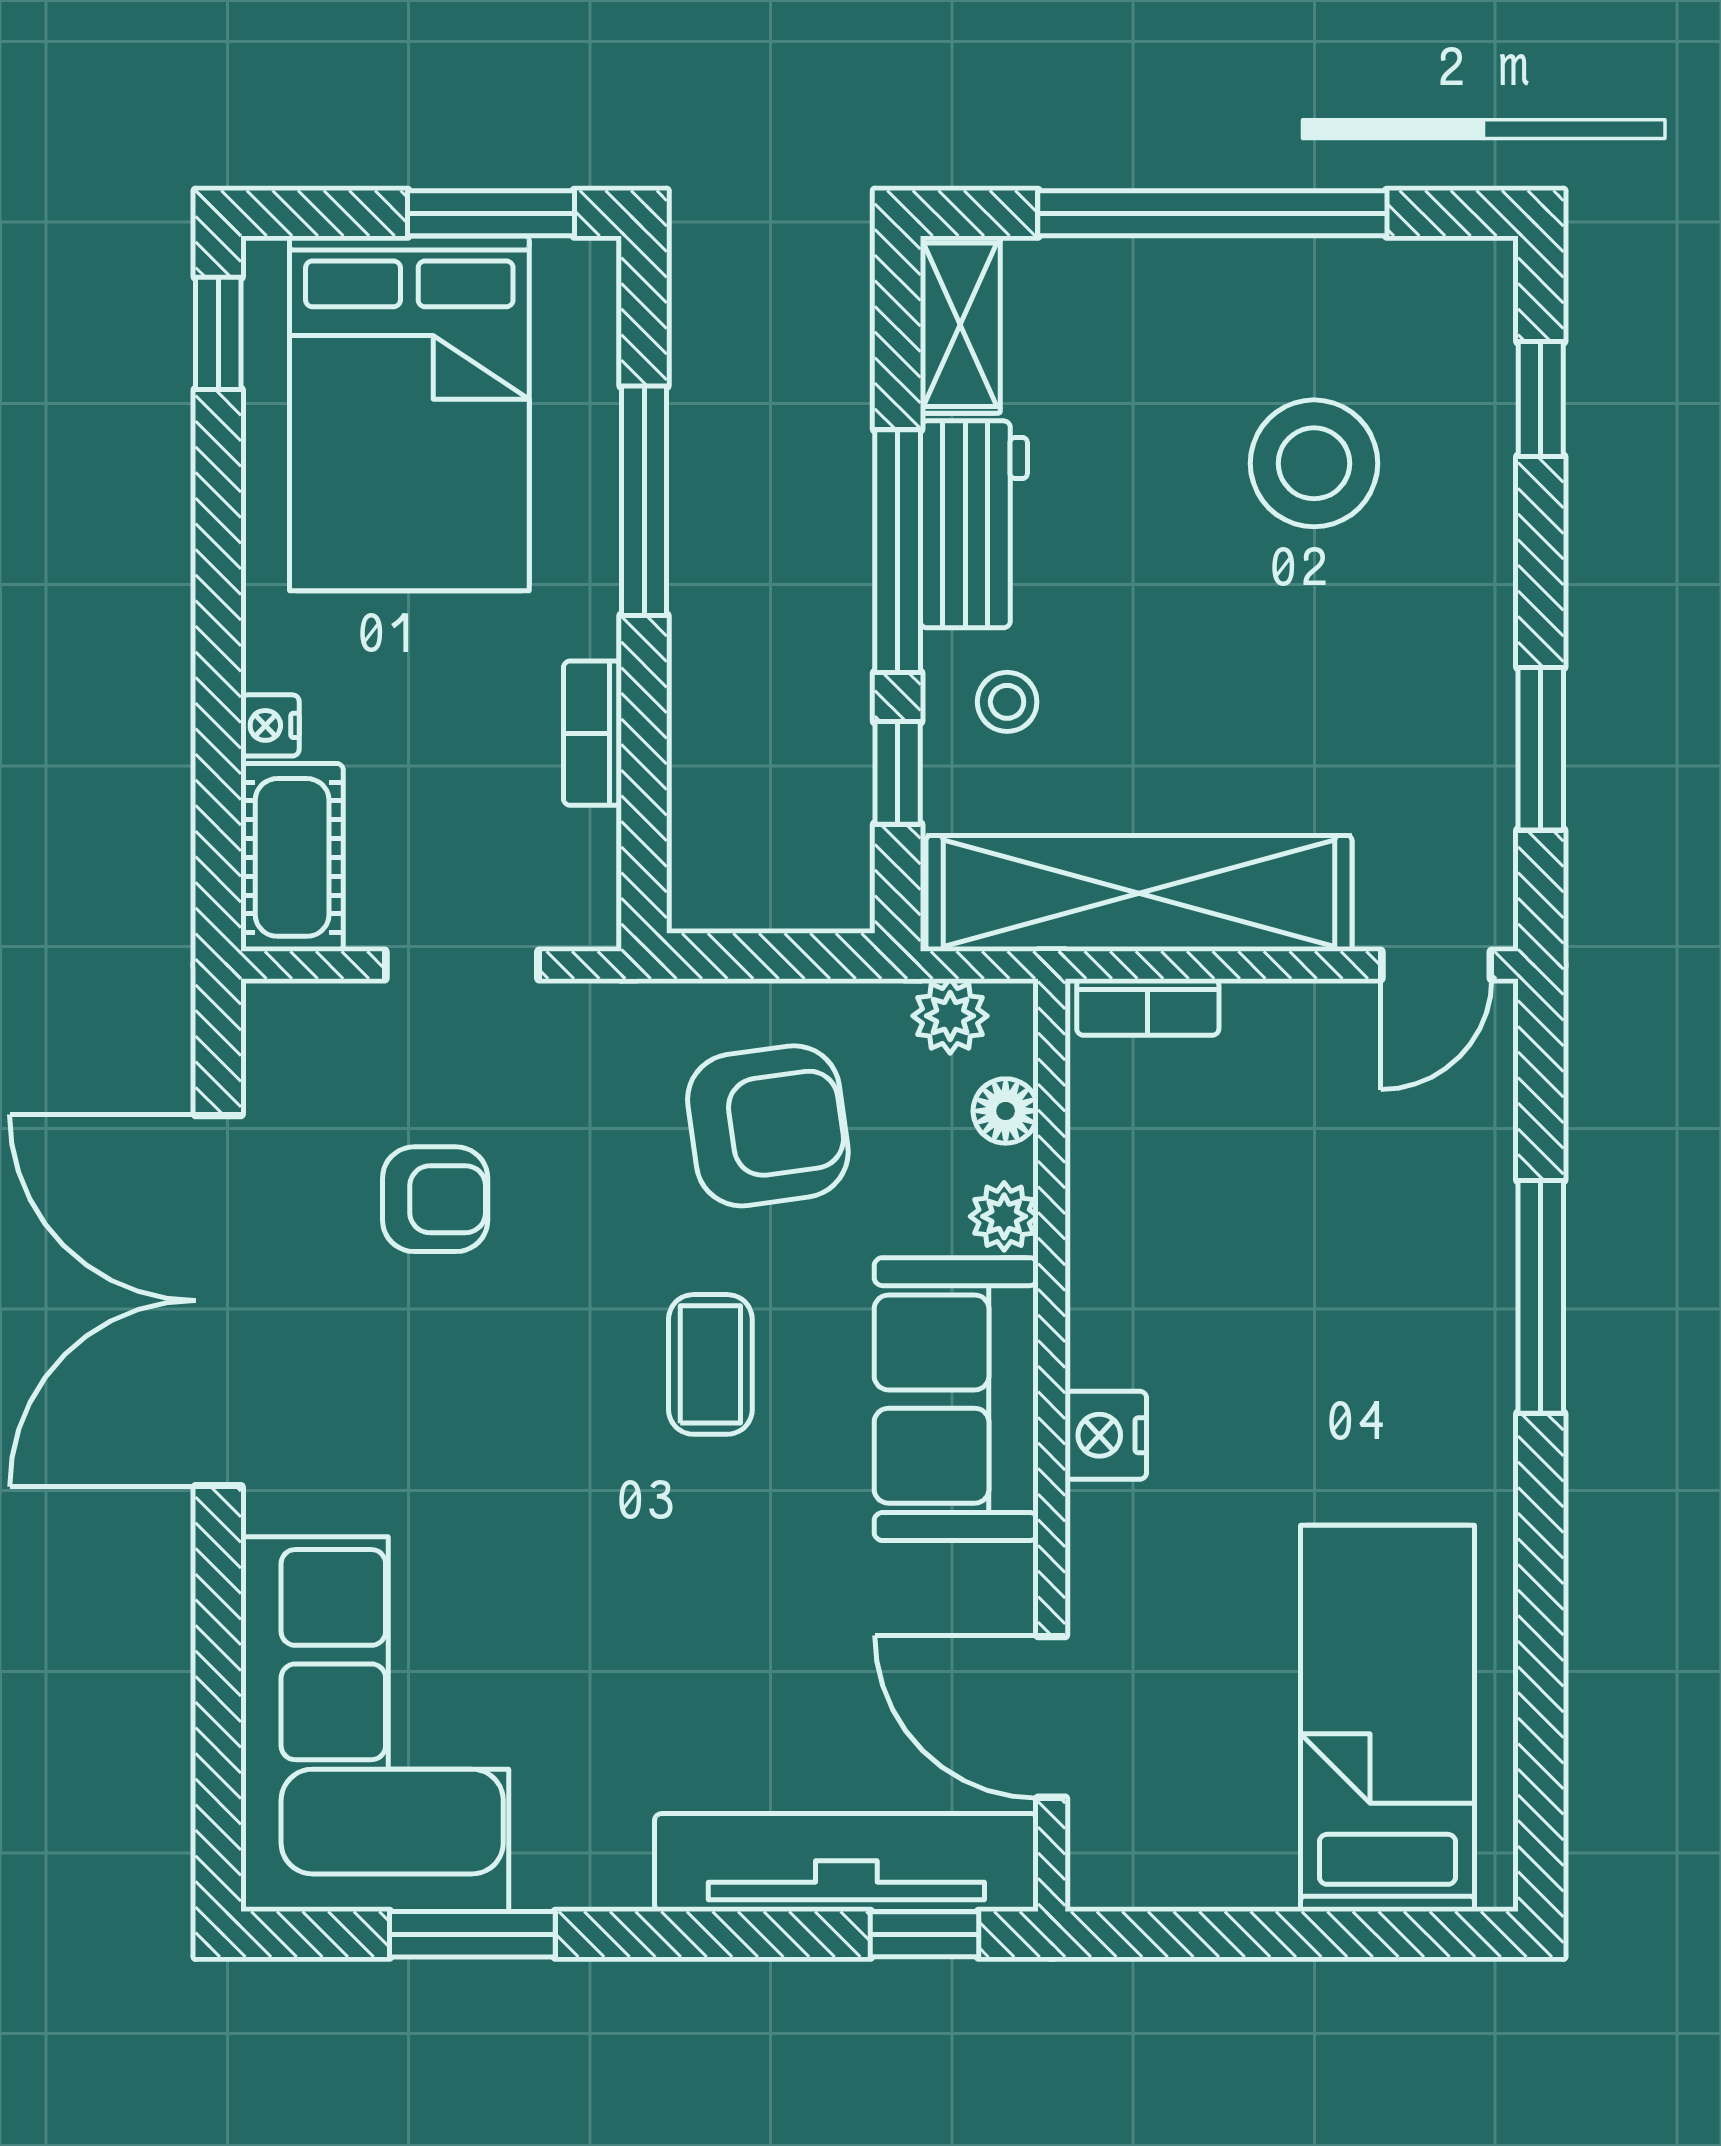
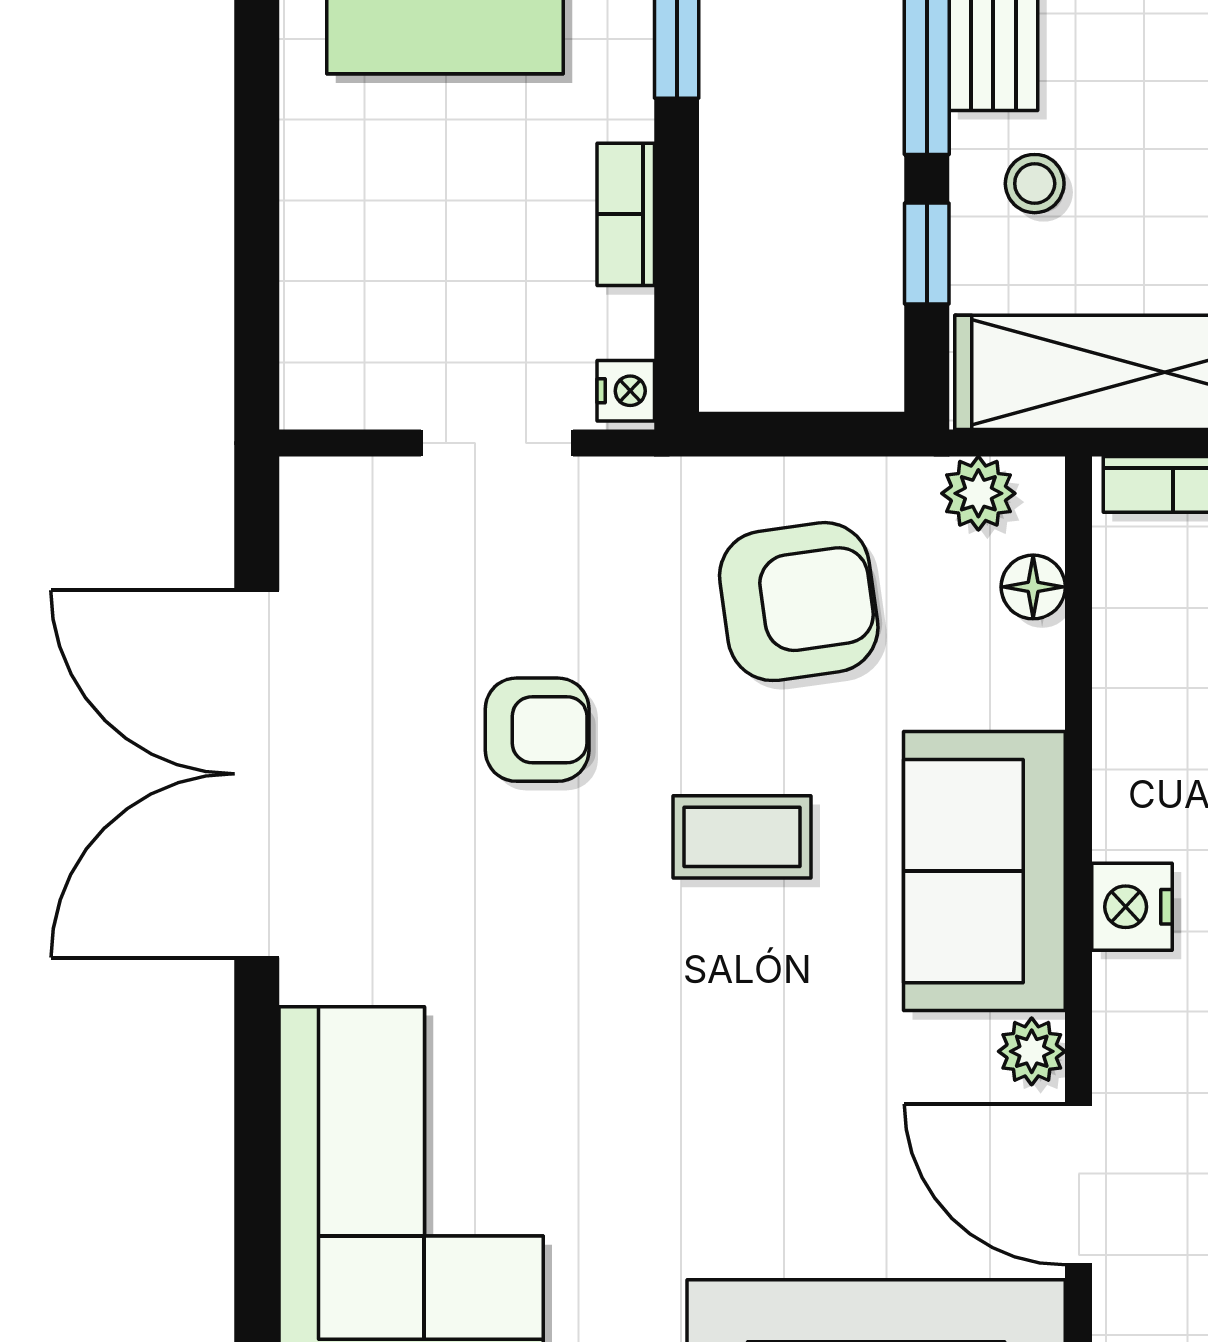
nightstand: (270, 725) -> (626, 391), moved, turned 180
cot: (292, 857) -> (330, 337), removed
armchair: (435, 1199) -> (537, 730), moved
plant: (1004, 1216) -> (1032, 1051), moved
coffee table: (710, 1364) -> (742, 837), turned 90

